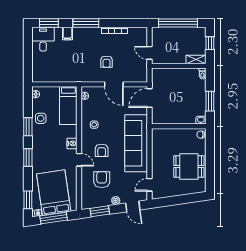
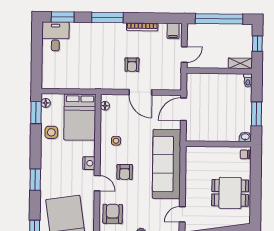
filing cabinet: (67, 33) -> (173, 31), moved
door: (150, 53) -> (184, 55), swing flipped
bed: (68, 105) -> (80, 117), width x1.50
window: (28, 127) -> (36, 113), moved
armchair: (102, 180) -> (113, 214), moved

